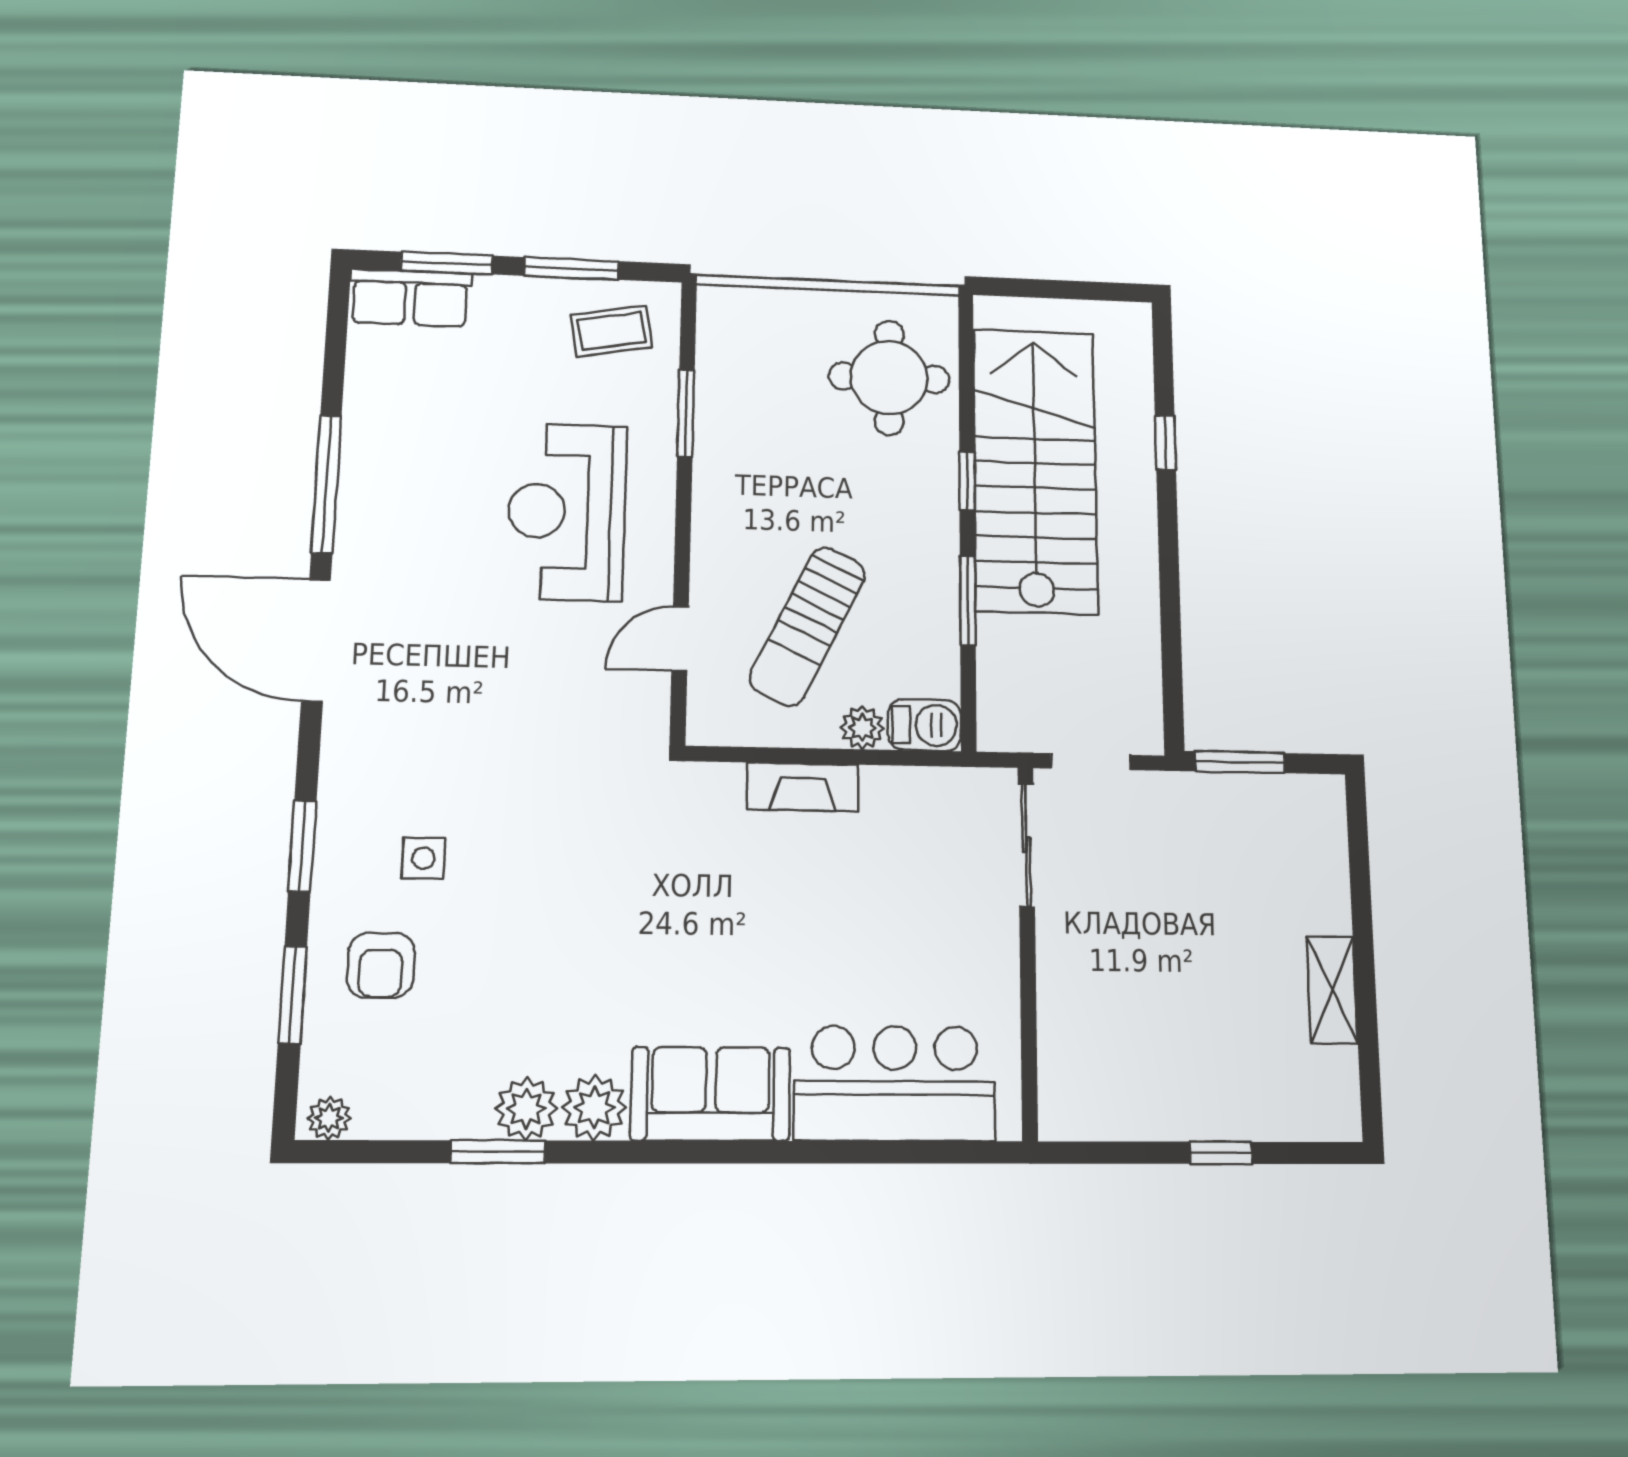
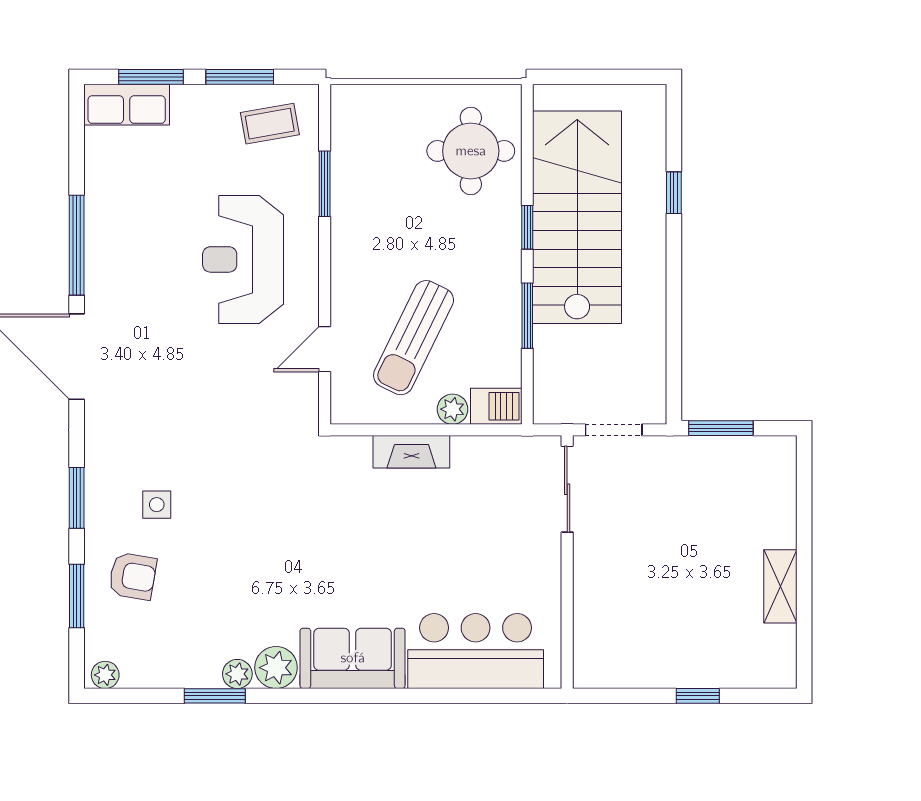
armchair: (381, 965) -> (133, 576), turned -80
plant: (526, 1109) -> (237, 674), width x0.73, depth x0.73

